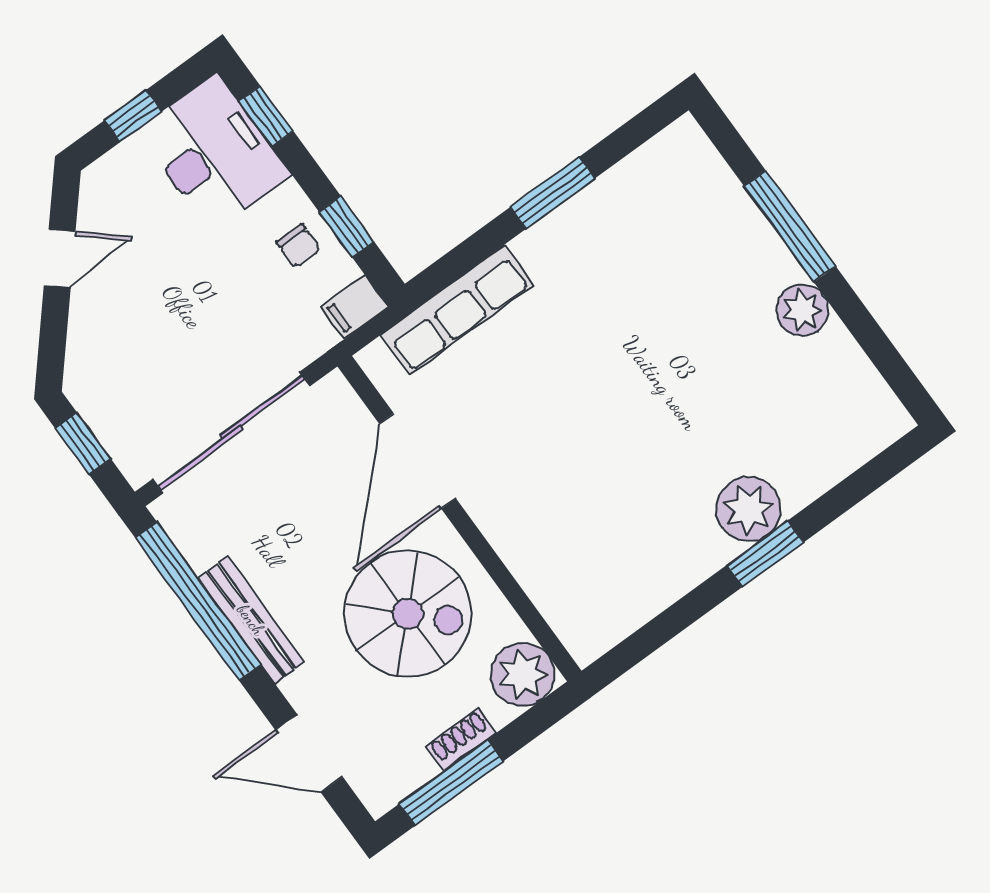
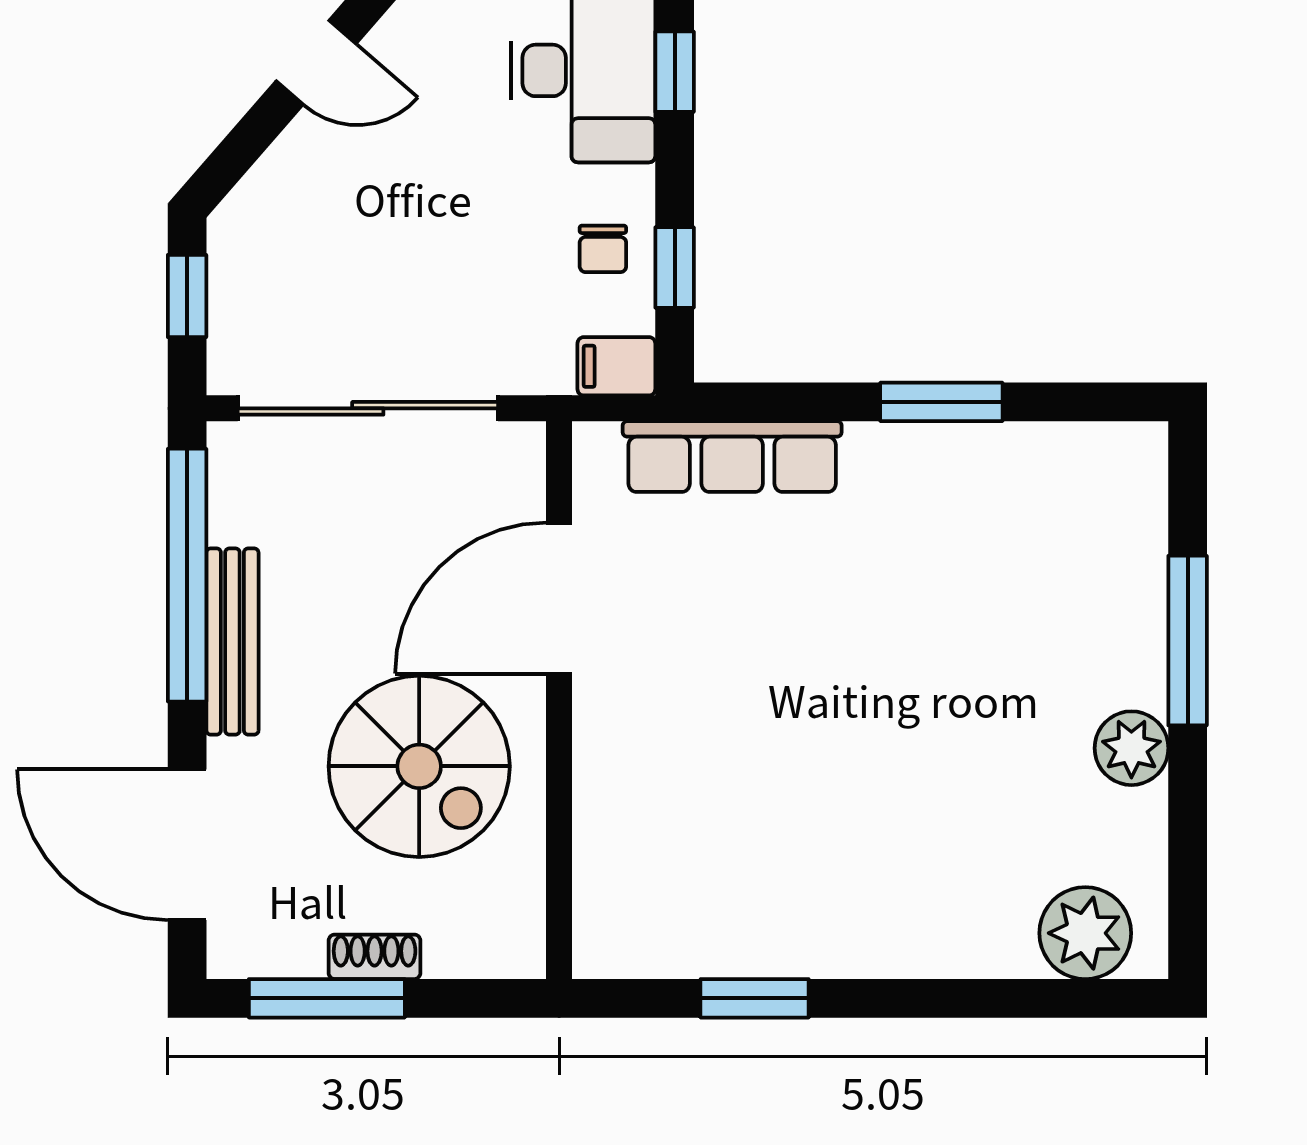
plant: (749, 509) -> (1085, 933), moved
window: (765, 554) -> (755, 998), moved
plant: (523, 674) -> (501, 934), removed
door: (309, 753) -> (187, 845), width x1.36

